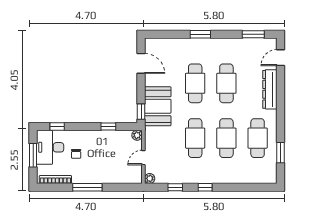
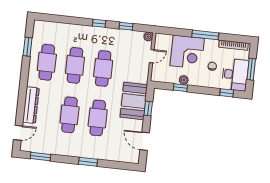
window: (141, 112) -> (148, 109), moved
plant: (137, 135) -> (184, 80), moved
corner desk: (105, 166) -> (187, 52), added

